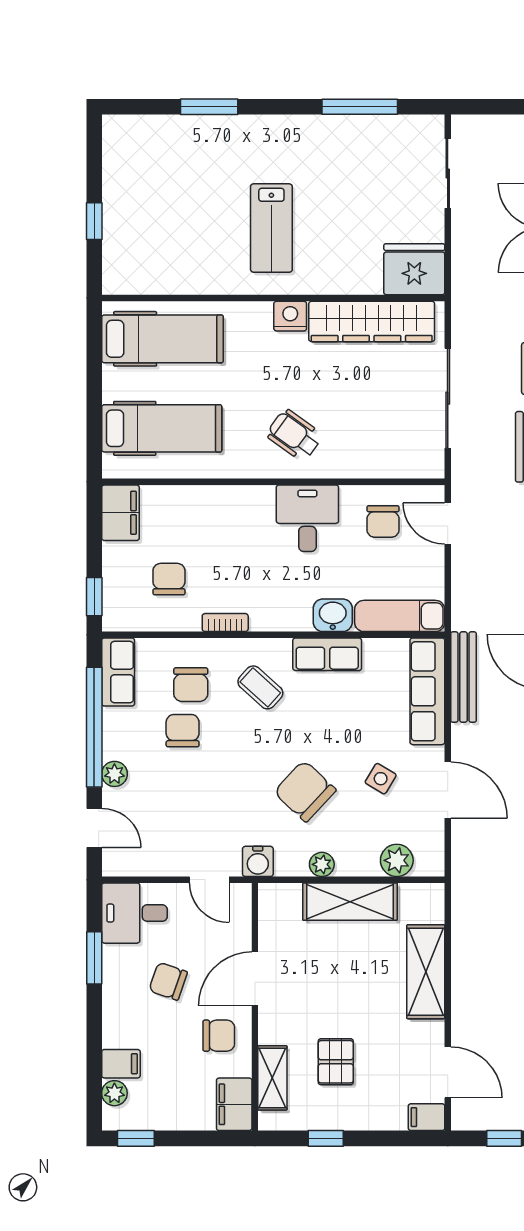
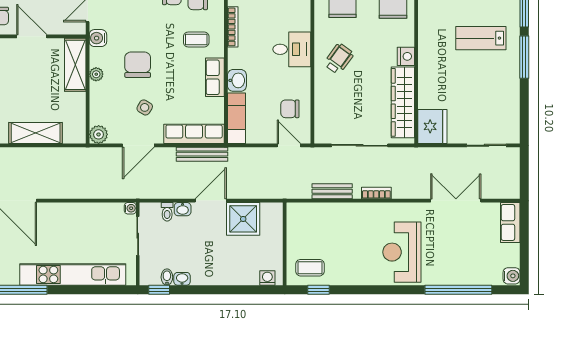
window: (360, 107) -> (524, 57), moved
lab bench: (271, 228) -> (481, 38), moved
desk: (307, 518) -> (292, 49), moved
door: (448, 524) -> (289, 145), hinge flipped
bookcase: (225, 623) -> (233, 27), width x1.56
coffee table: (260, 687) -> (196, 40), turned 48
chair: (305, 791) -> (138, 65), turned -43
plant: (397, 860) -> (99, 134), moved
shelving: (350, 902) -> (75, 65), moved

